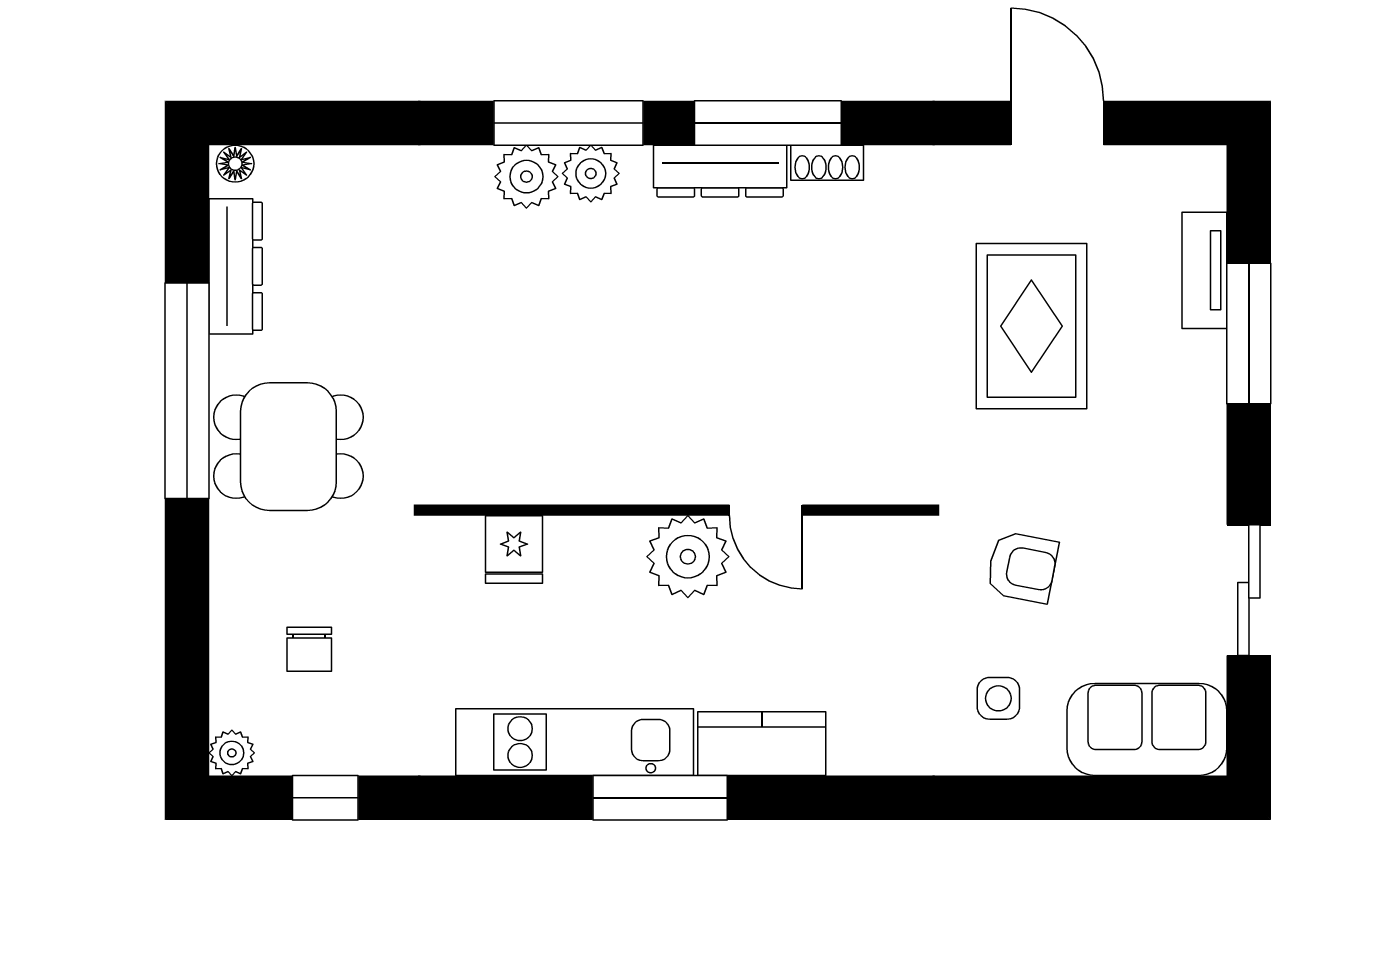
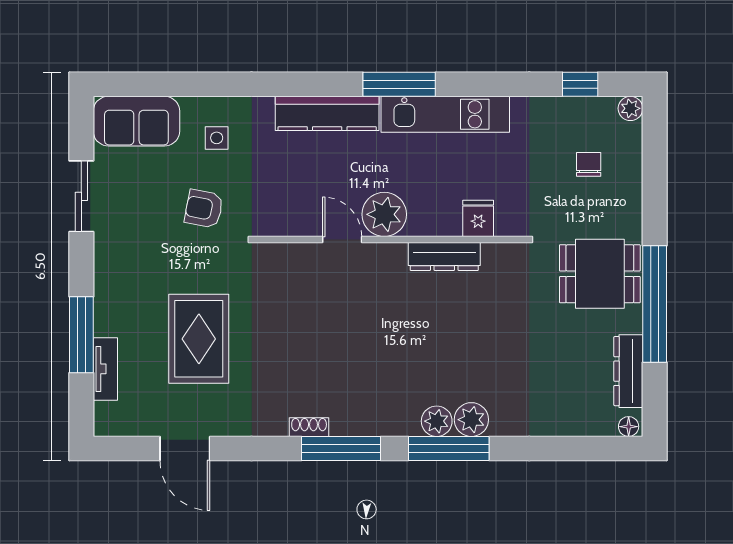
dresser: (720, 171) -> (444, 257), moved, turned 180
kitchen counter: (762, 744) -> (327, 113), width x1.50

